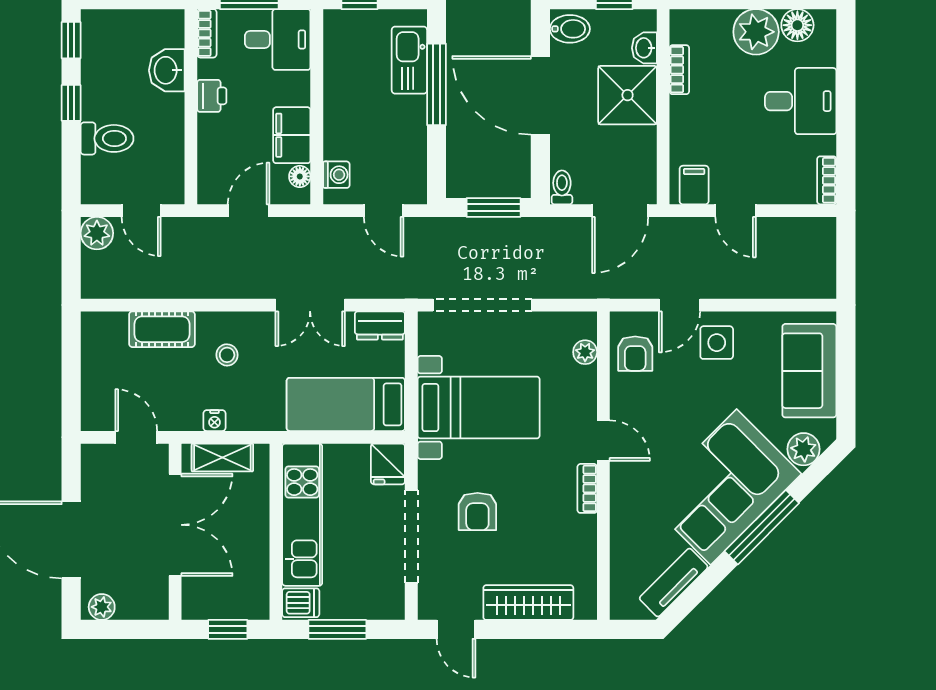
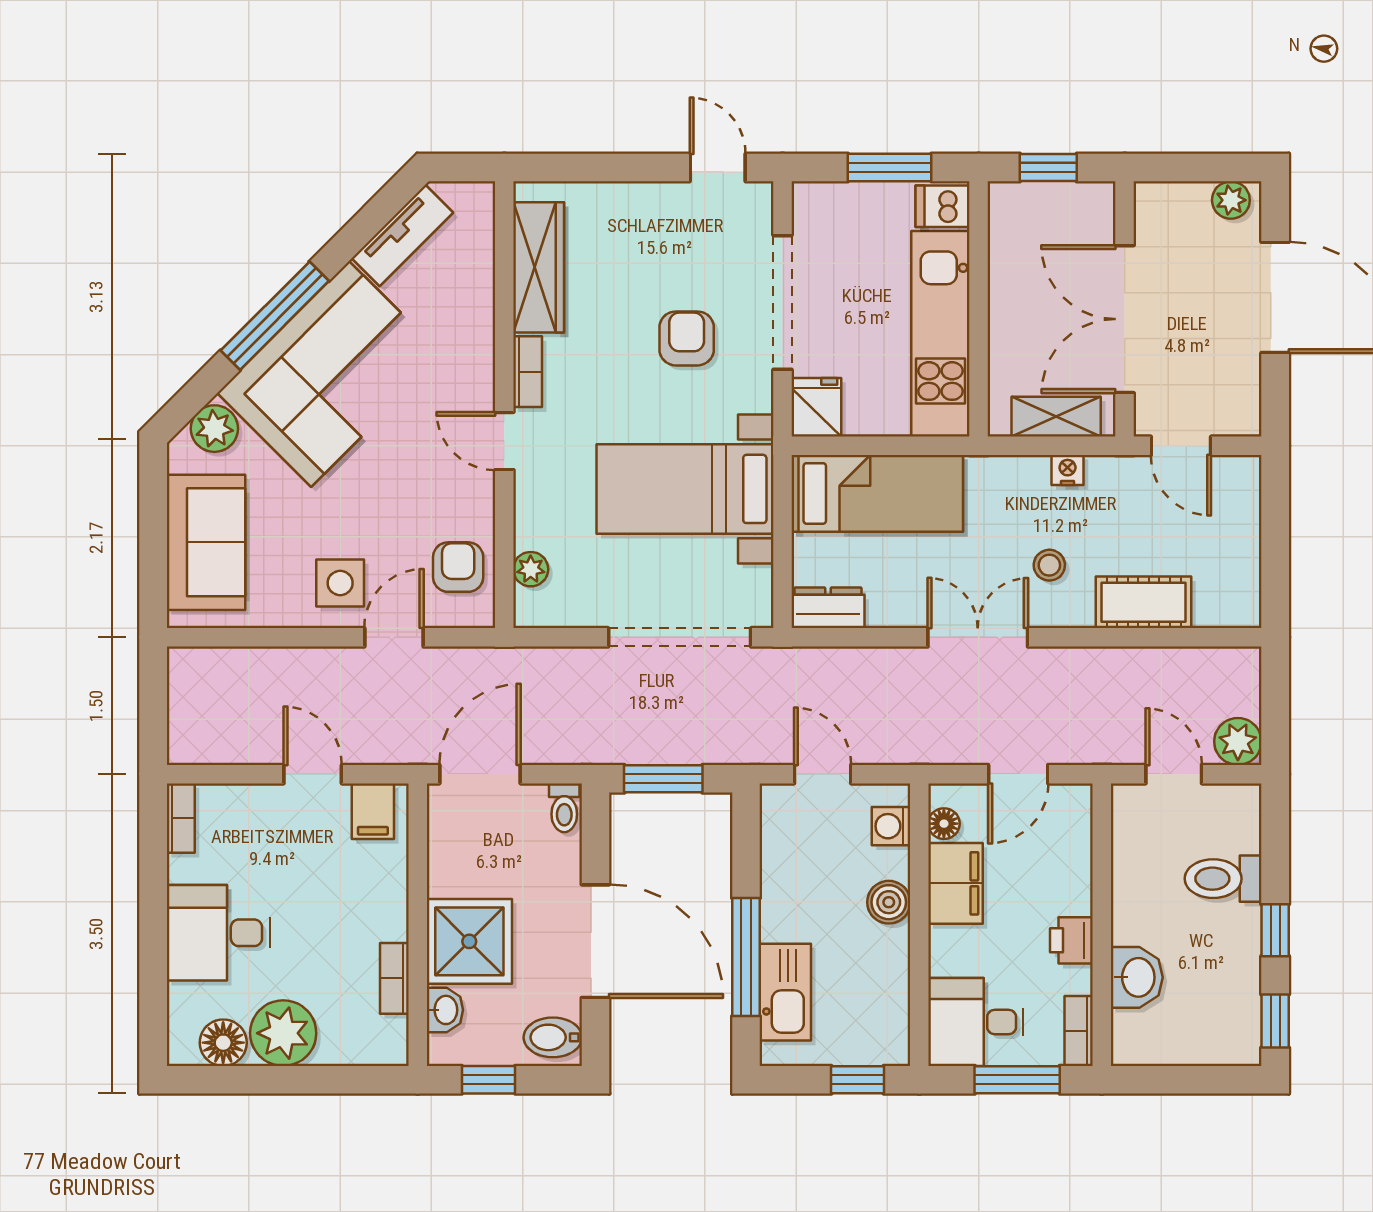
boiler: (338, 122) -> (889, 902), added
double door: (310, 305) -> (978, 637), moved
wardrobe: (528, 603) -> (539, 267), moved, turned -90

